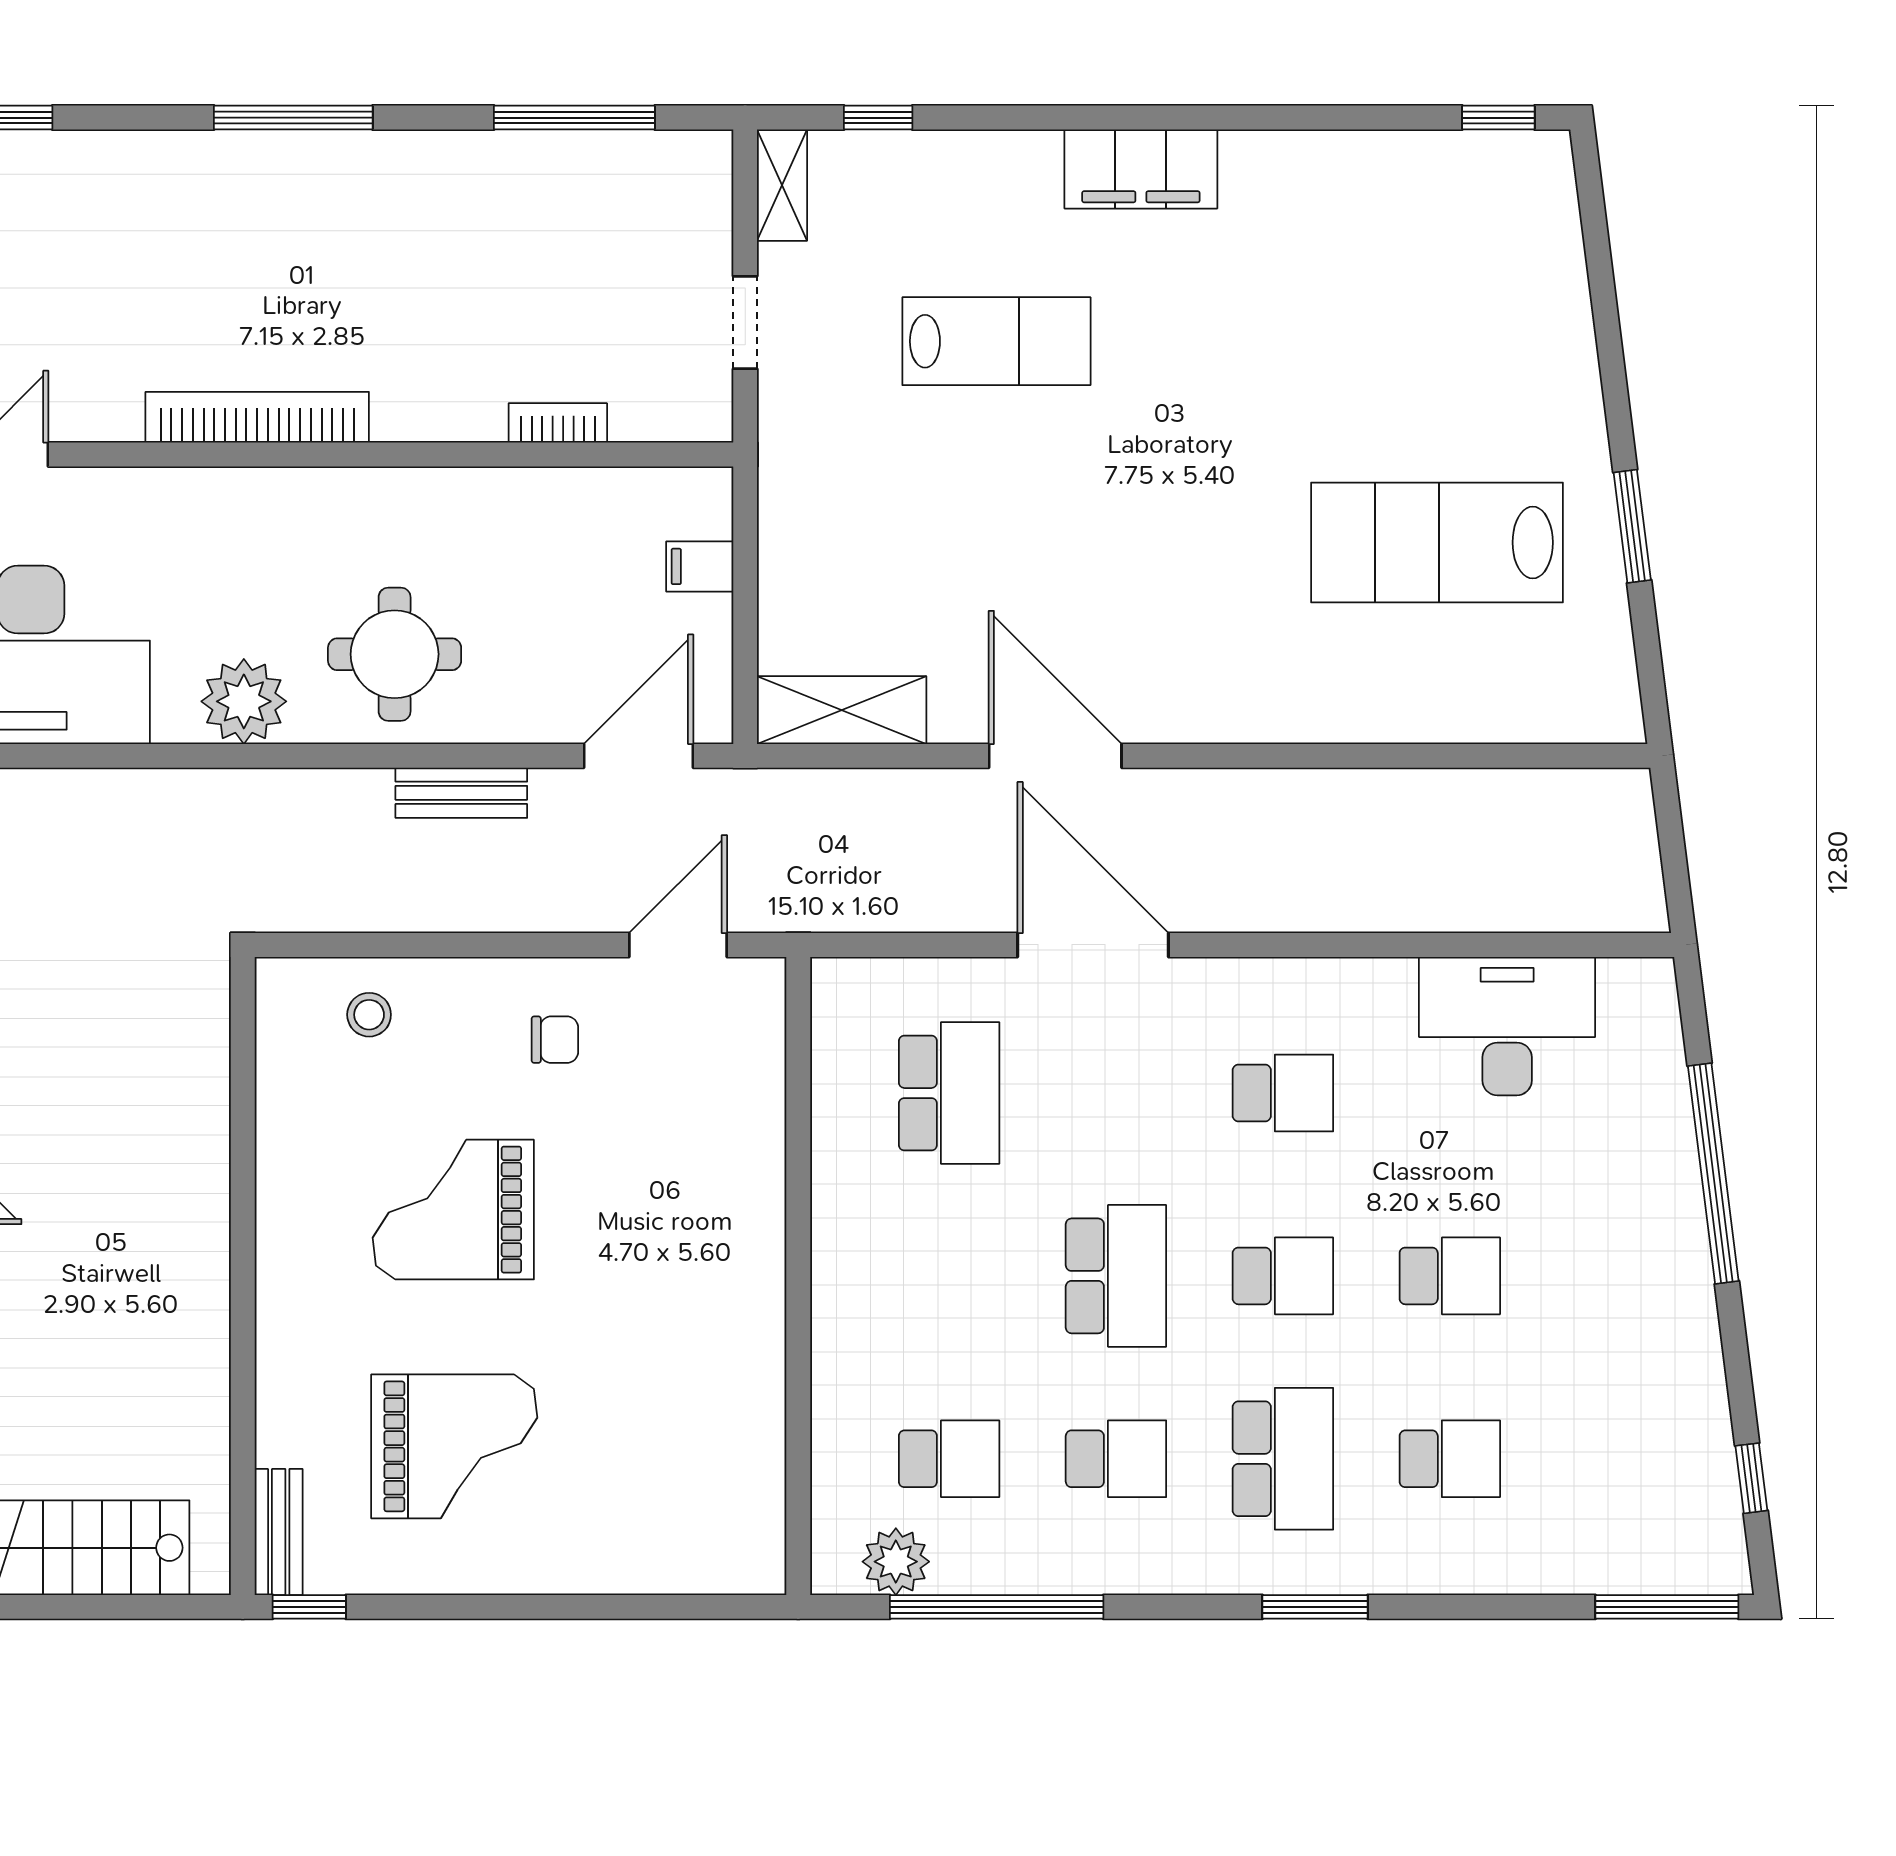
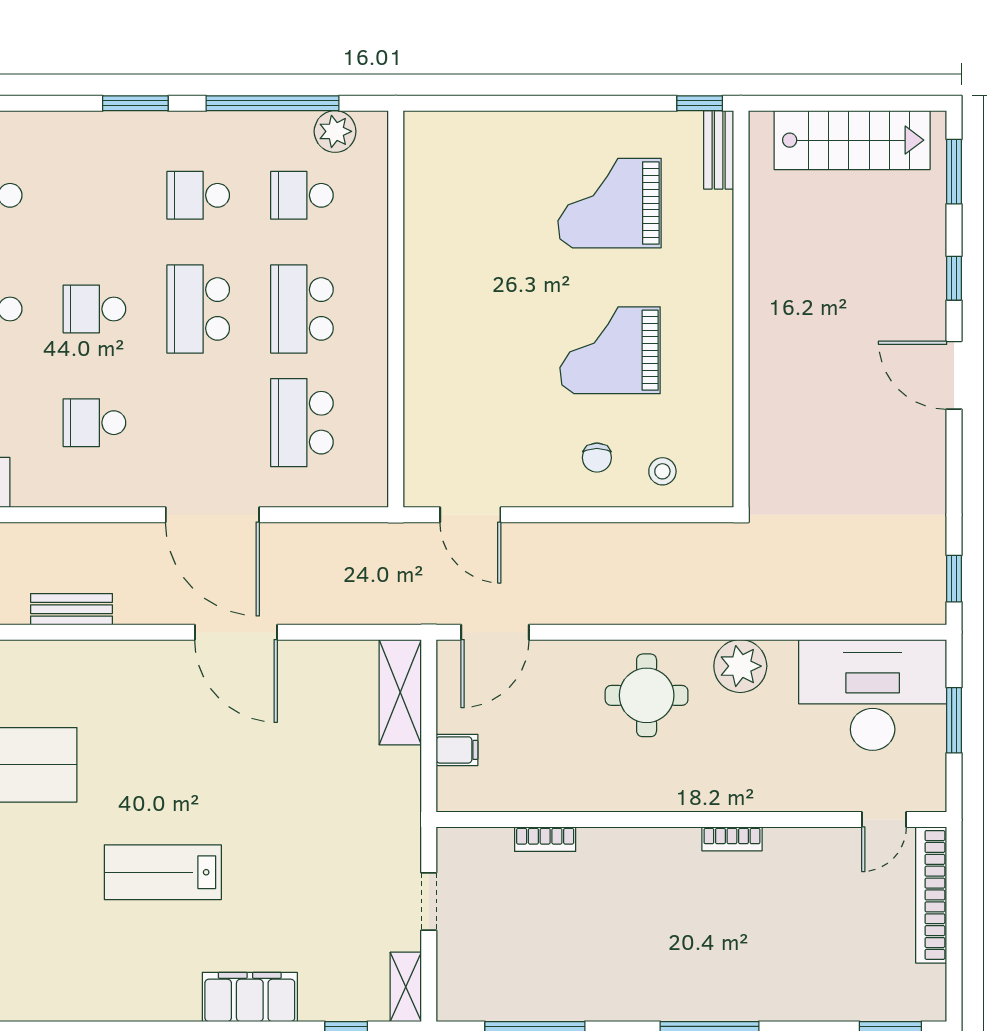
filing cabinet: (1141, 169) -> (250, 997), moved
lab bench: (996, 341) -> (163, 872), moved
bookcase: (257, 417) -> (732, 839), width x0.43, depth x0.76
shelving: (842, 710) -> (400, 692), moved, turned 90
bench: (461, 793) -> (72, 609), moved
door: (678, 945) -> (470, 515), hinge flipped
chair: (555, 1040) -> (597, 458), moved, turned -90
grand piano: (453, 1210) -> (610, 350), turned 180
school desk: (1283, 1459) -> (302, 309), moved
window: (1315, 1607) -> (135, 103), moved

